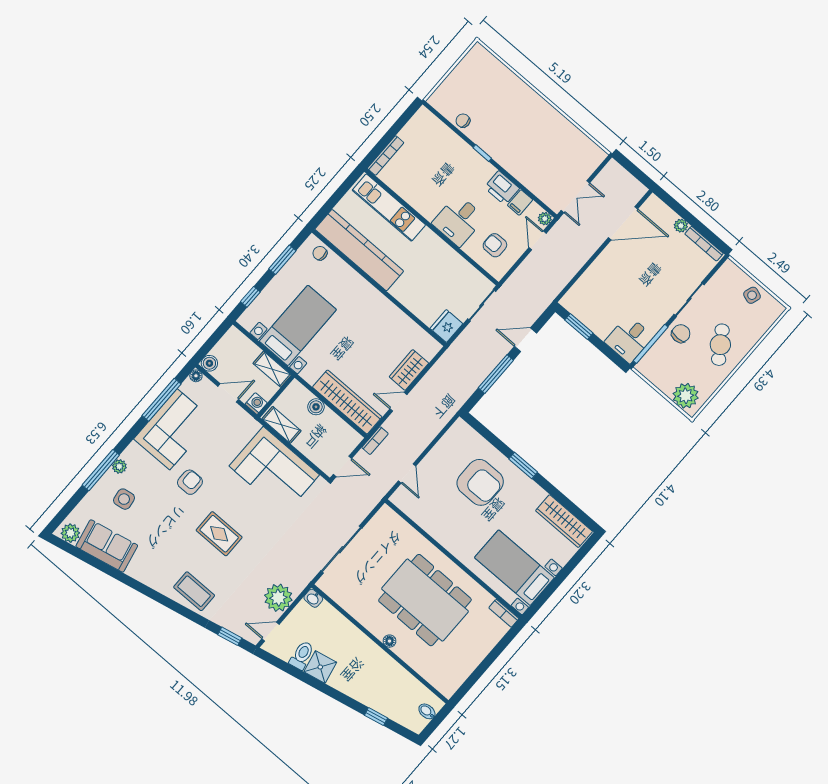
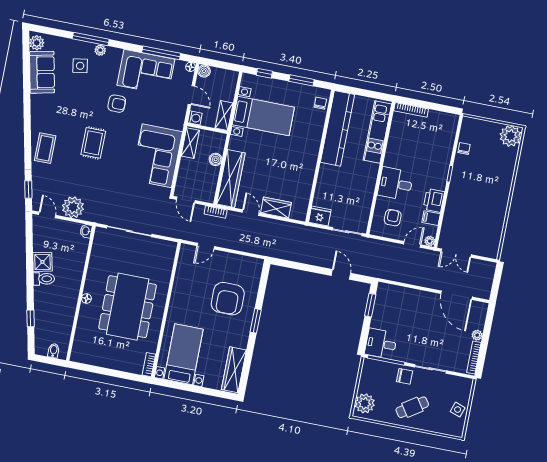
plant: (479, 60) -> (511, 136), added
window: (496, 374) -> (307, 268), removed
toilet: (302, 655) -> (44, 279), moved

